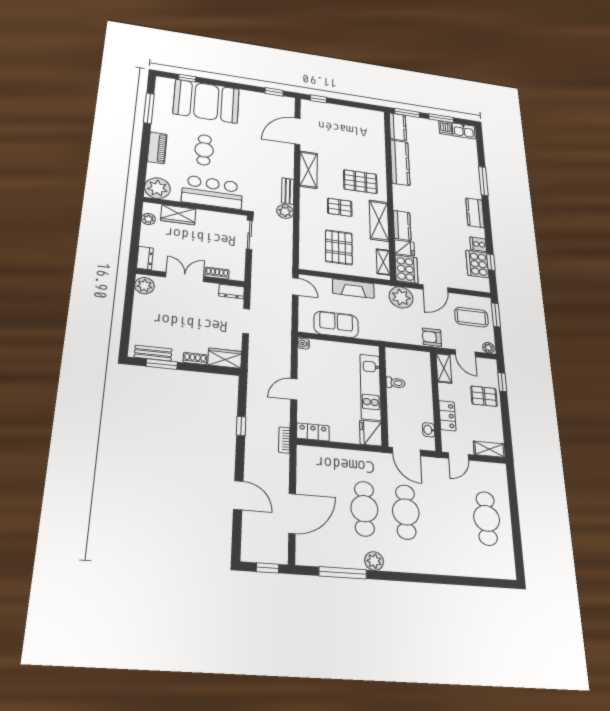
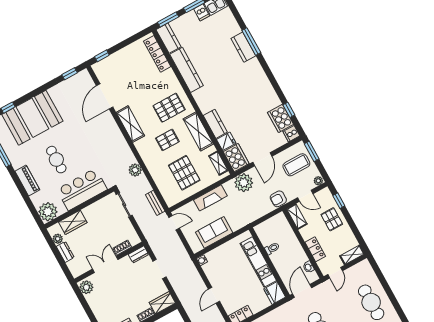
locker: (378, 132) -> (157, 54), added
bench: (288, 191) -> (155, 203), moved
kitchen counter: (475, 213) -> (243, 47), moved
cooker: (478, 244) -> (291, 134), moved
dresser: (145, 258) -> (65, 252), moved
pallet: (484, 396) -> (332, 219), turned 90
door: (406, 452) -> (302, 291), swing flipped

